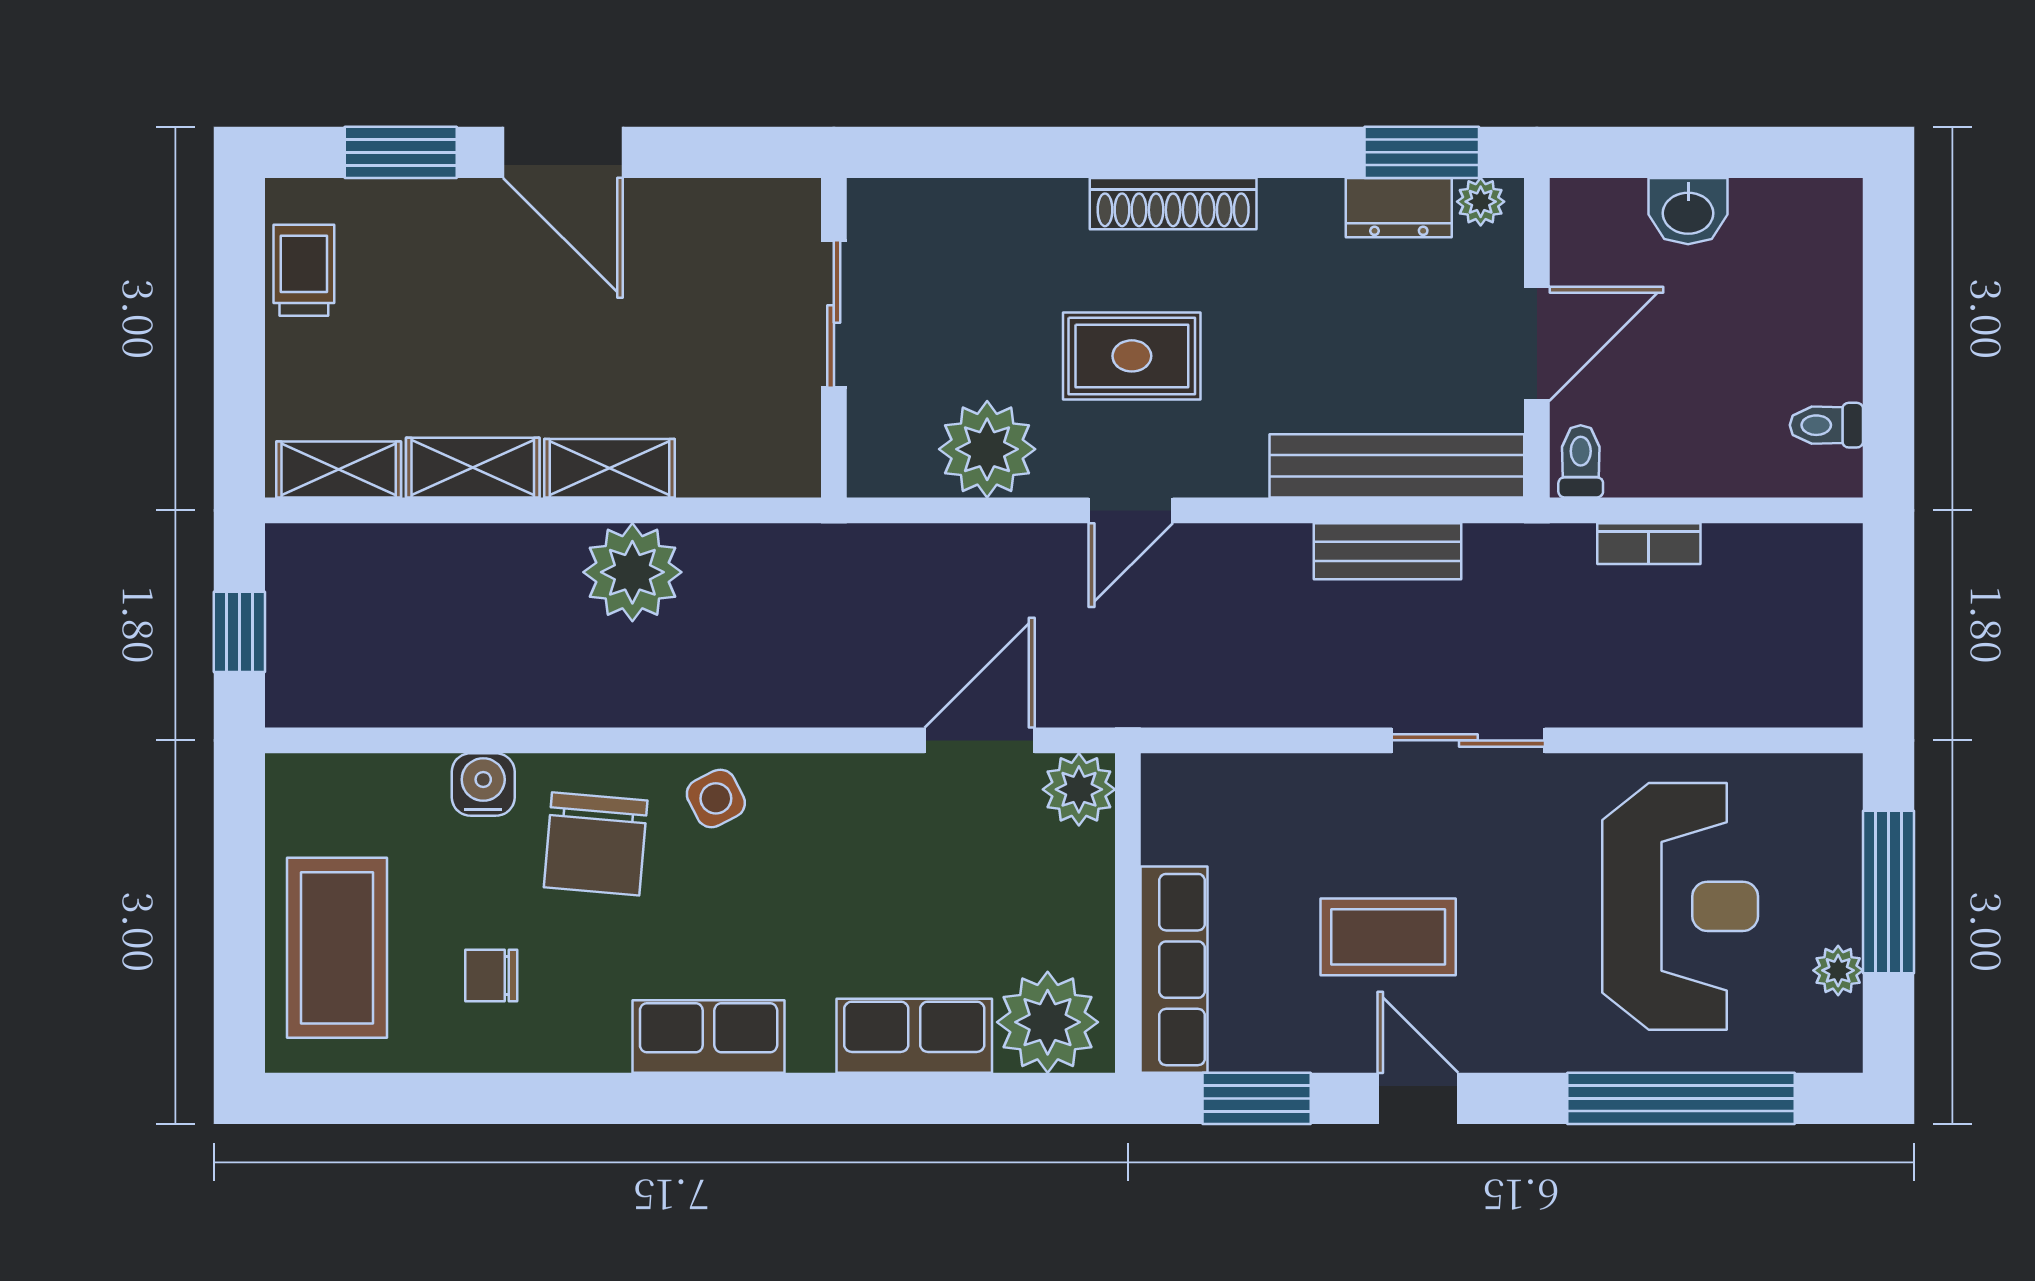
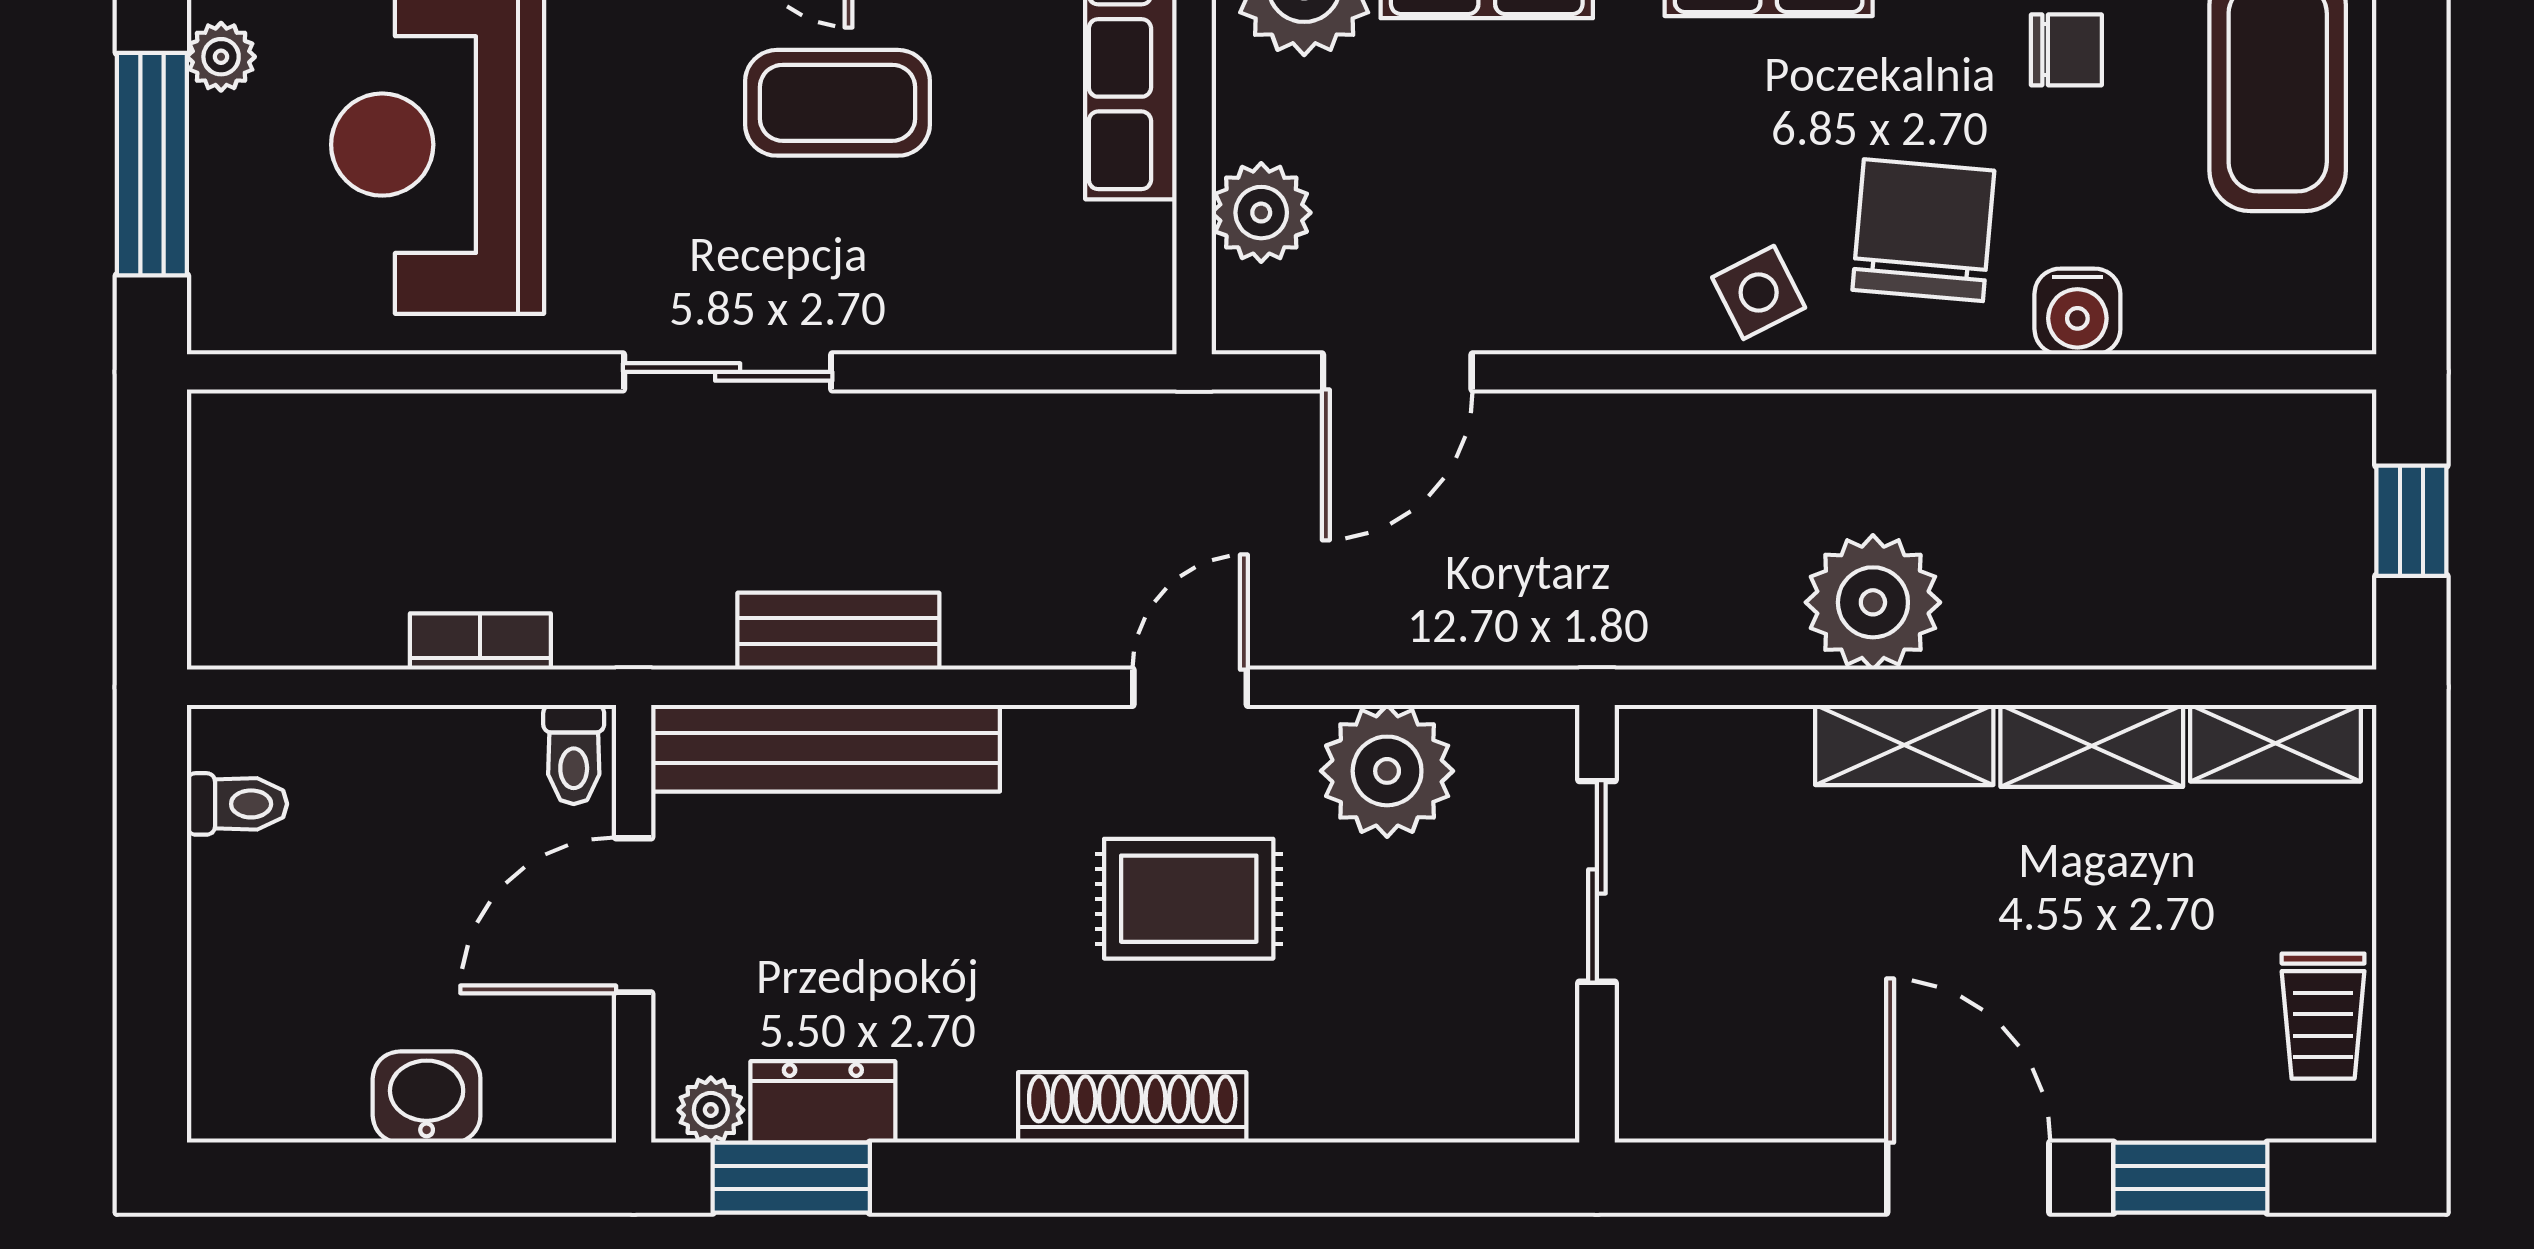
sliding door: (834, 314) -> (1597, 881), moved
plant: (1079, 789) -> (1261, 213), moved

